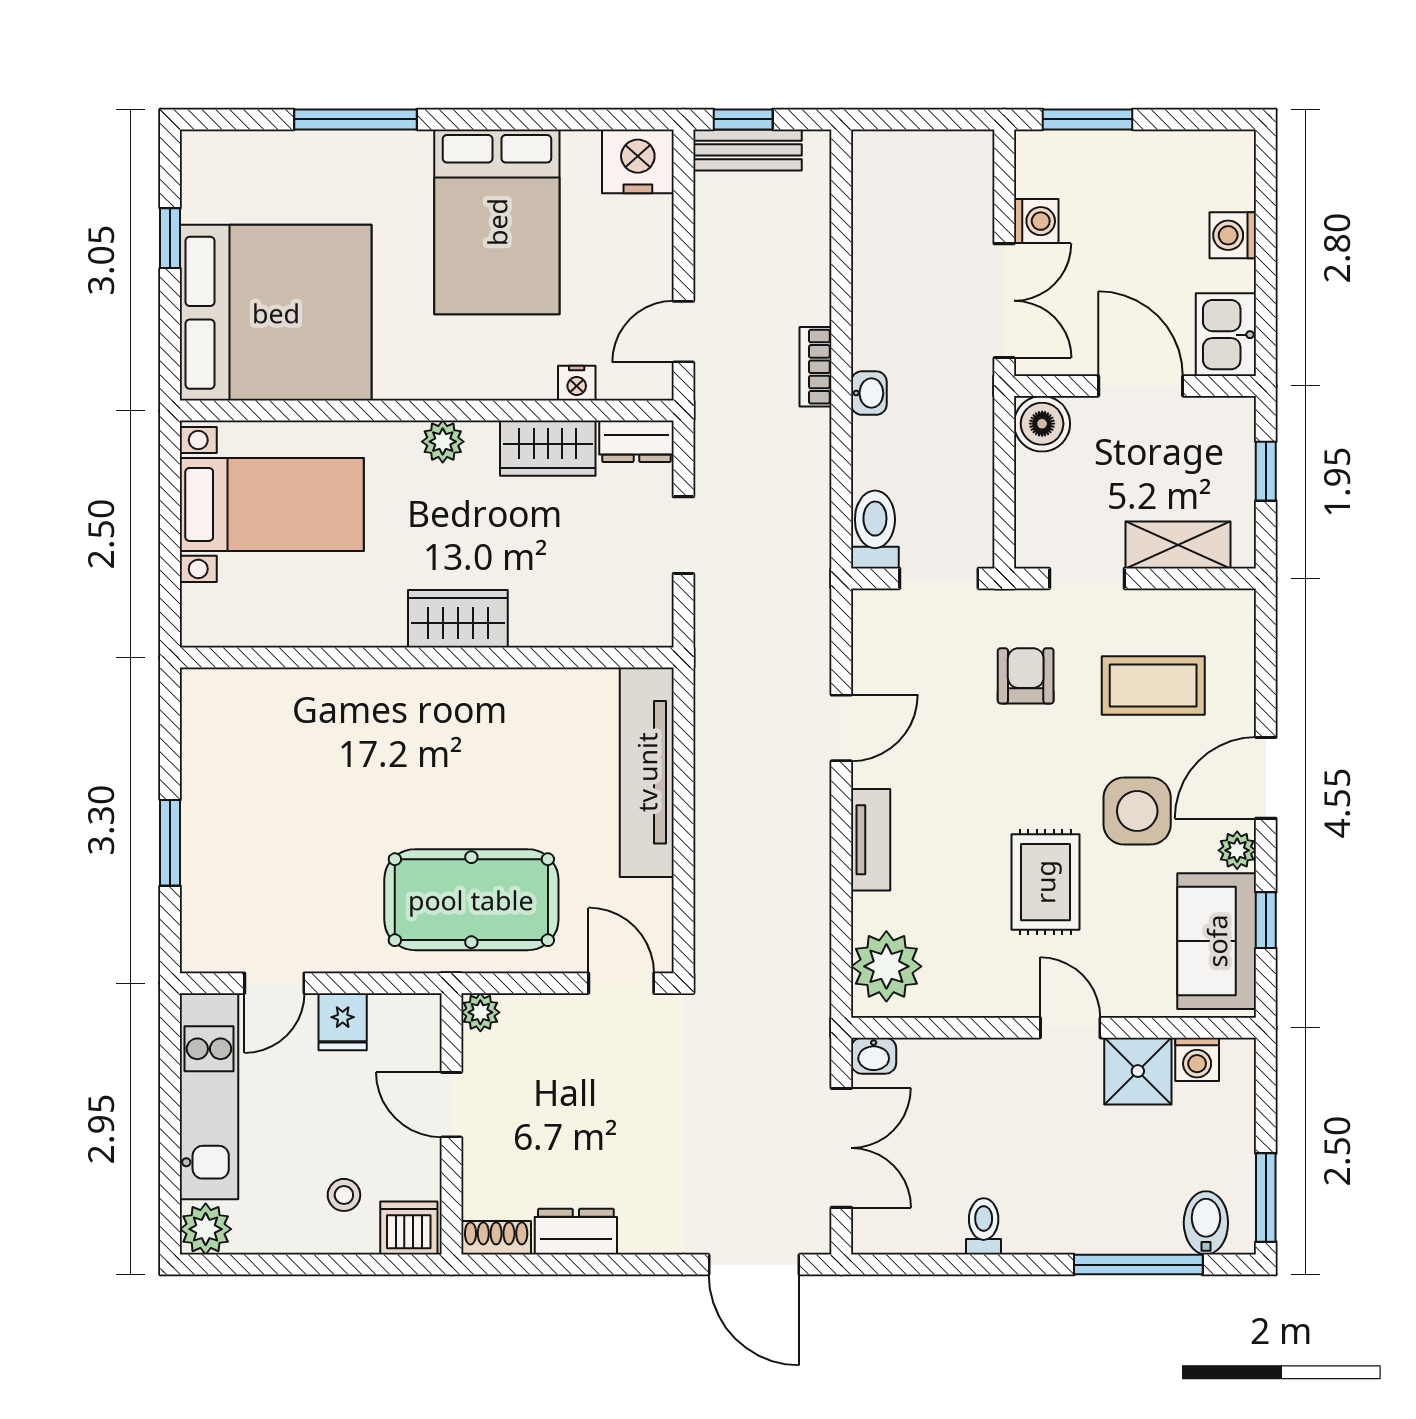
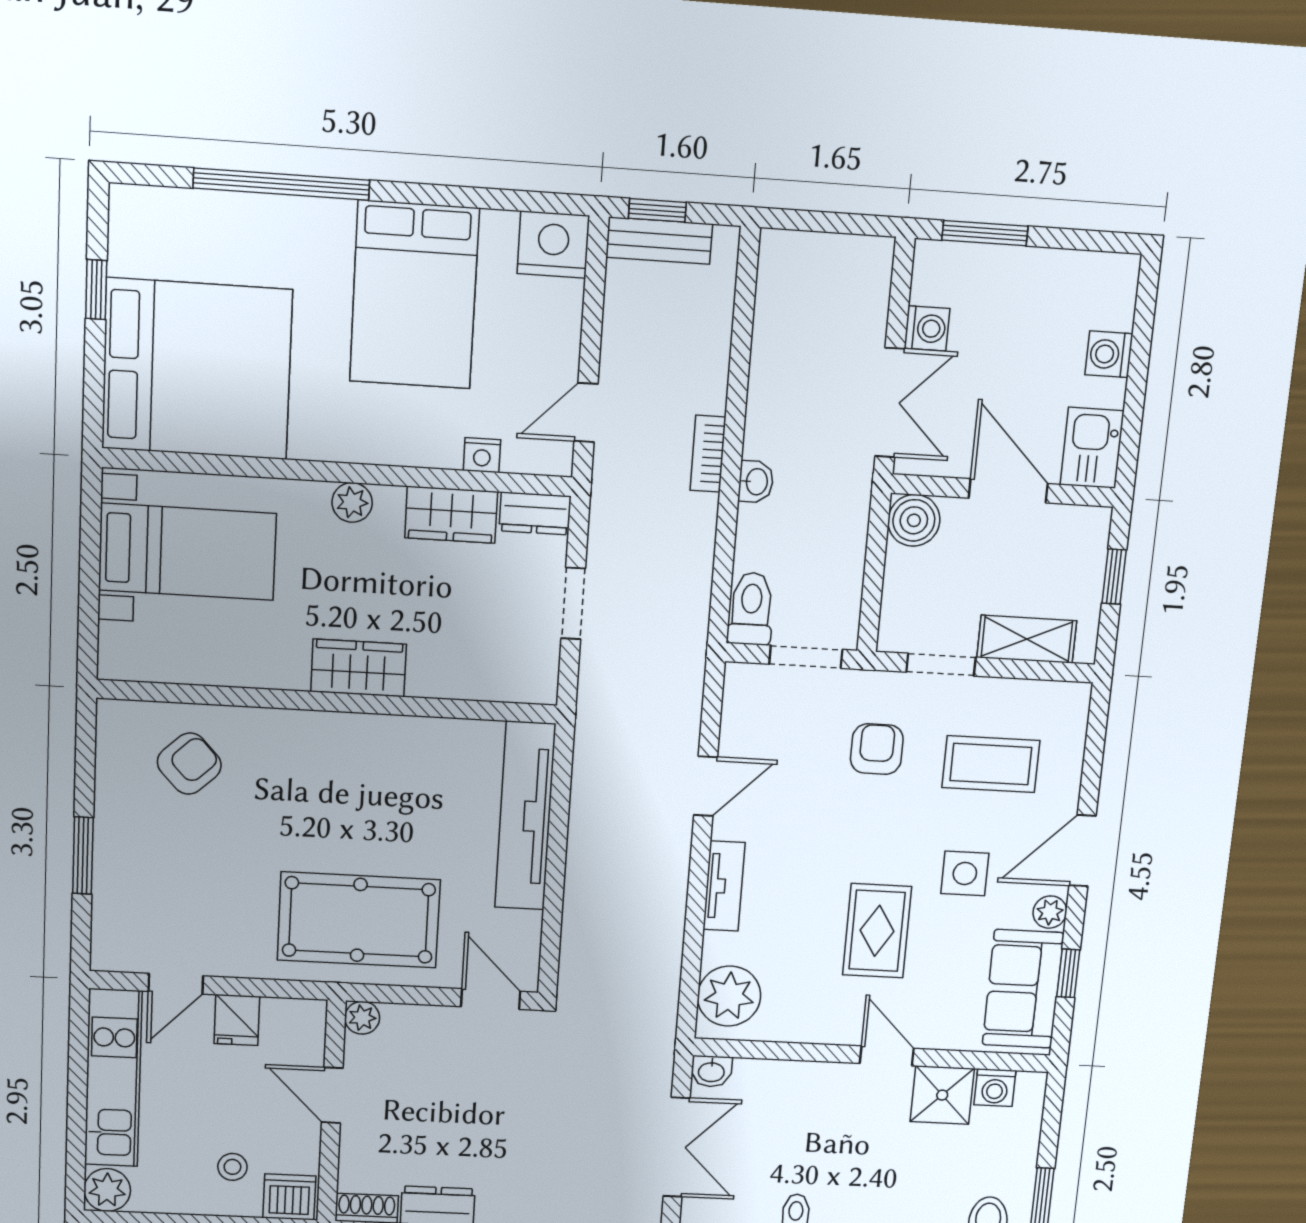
window: (355, 119) -> (281, 184), width x1.46
armchair: (281, 734) -> (189, 764), added
side table: (1137, 811) -> (965, 873), width x0.73, depth x0.73

